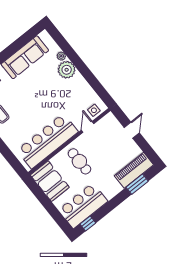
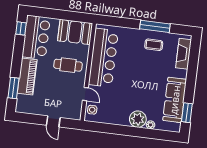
window: (25, 39) -> (187, 113), added
piano: (134, 170) -> (27, 77), moved

